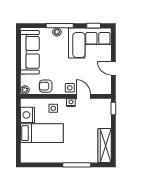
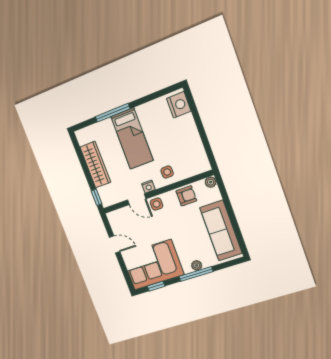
nightstand: (28, 115) -> (179, 105), moved
bed: (42, 133) -> (132, 139), moved, turned -90
wardrobe: (105, 146) -> (95, 165), moved

